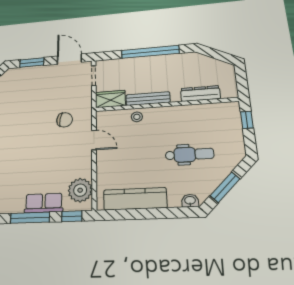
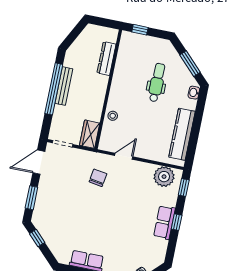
bench: (148, 99) -> (64, 86), moved
row of seats: (44, 203) -> (164, 222), moved
window: (30, 218) -> (177, 222), width x0.46

